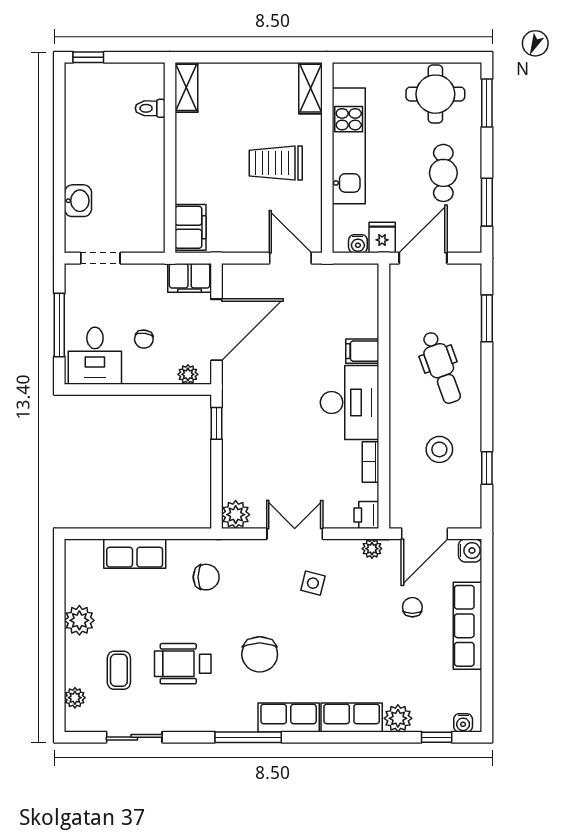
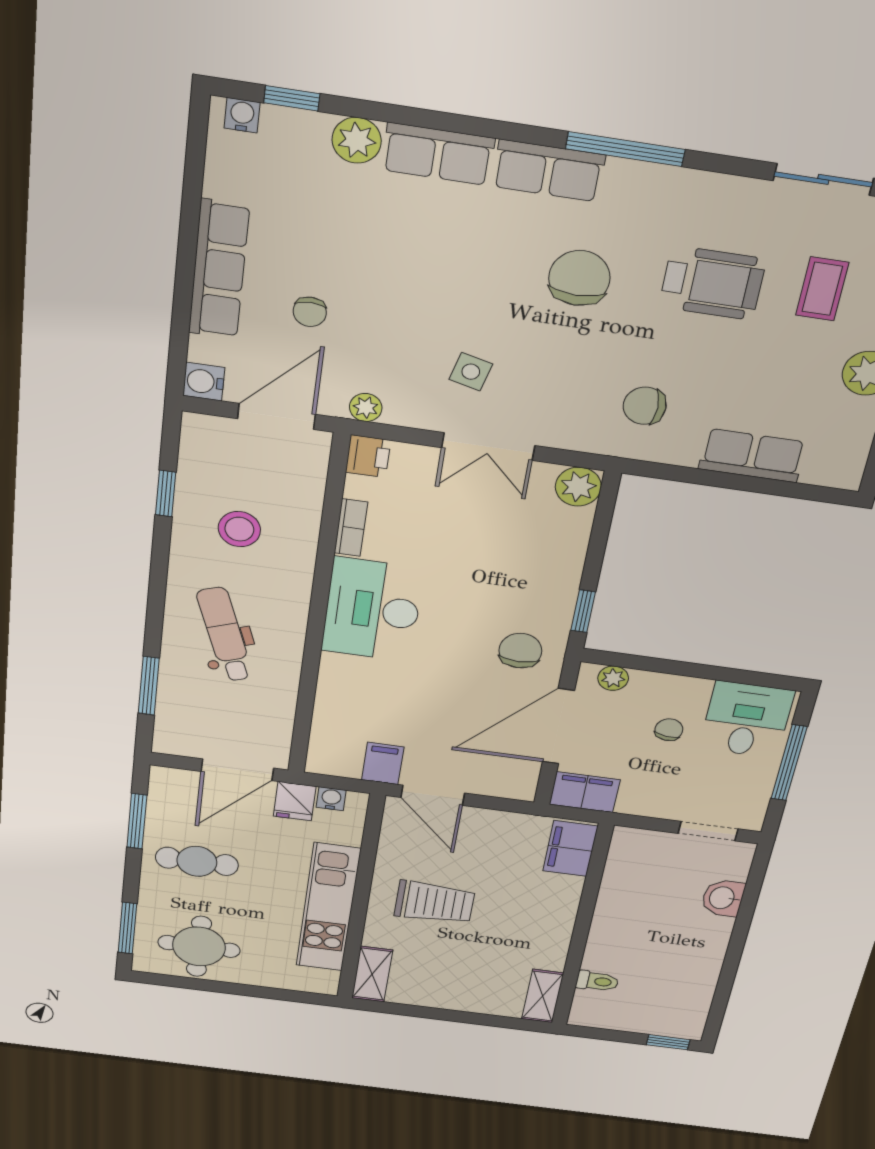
cafe table: (443, 173) -> (197, 861), turned 90
filing cabinet: (362, 351) -> (383, 763), moved, turned -90
chair: (251, 386) -> (520, 651), added

